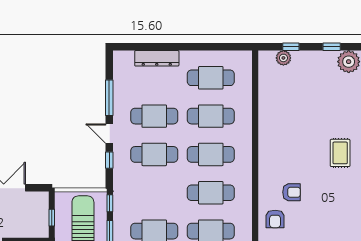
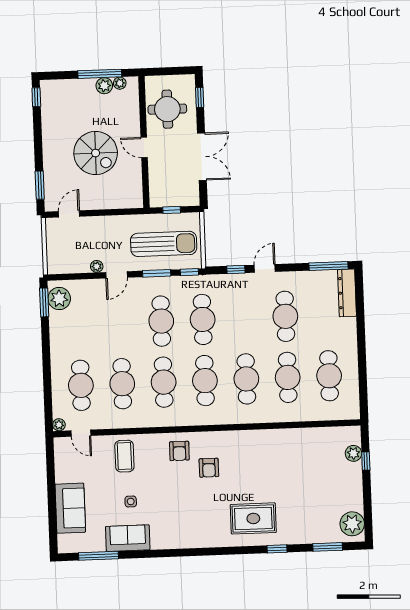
window: (332, 47) -> (368, 505), removed
dresser: (157, 58) -> (347, 293), moved
window: (109, 98) -> (328, 266), moved
rug: (340, 153) -> (253, 518), width x1.36, depth x1.43
cafe table: (154, 154) -> (203, 319), moved
armchair: (275, 219) -> (179, 451), turned -90

